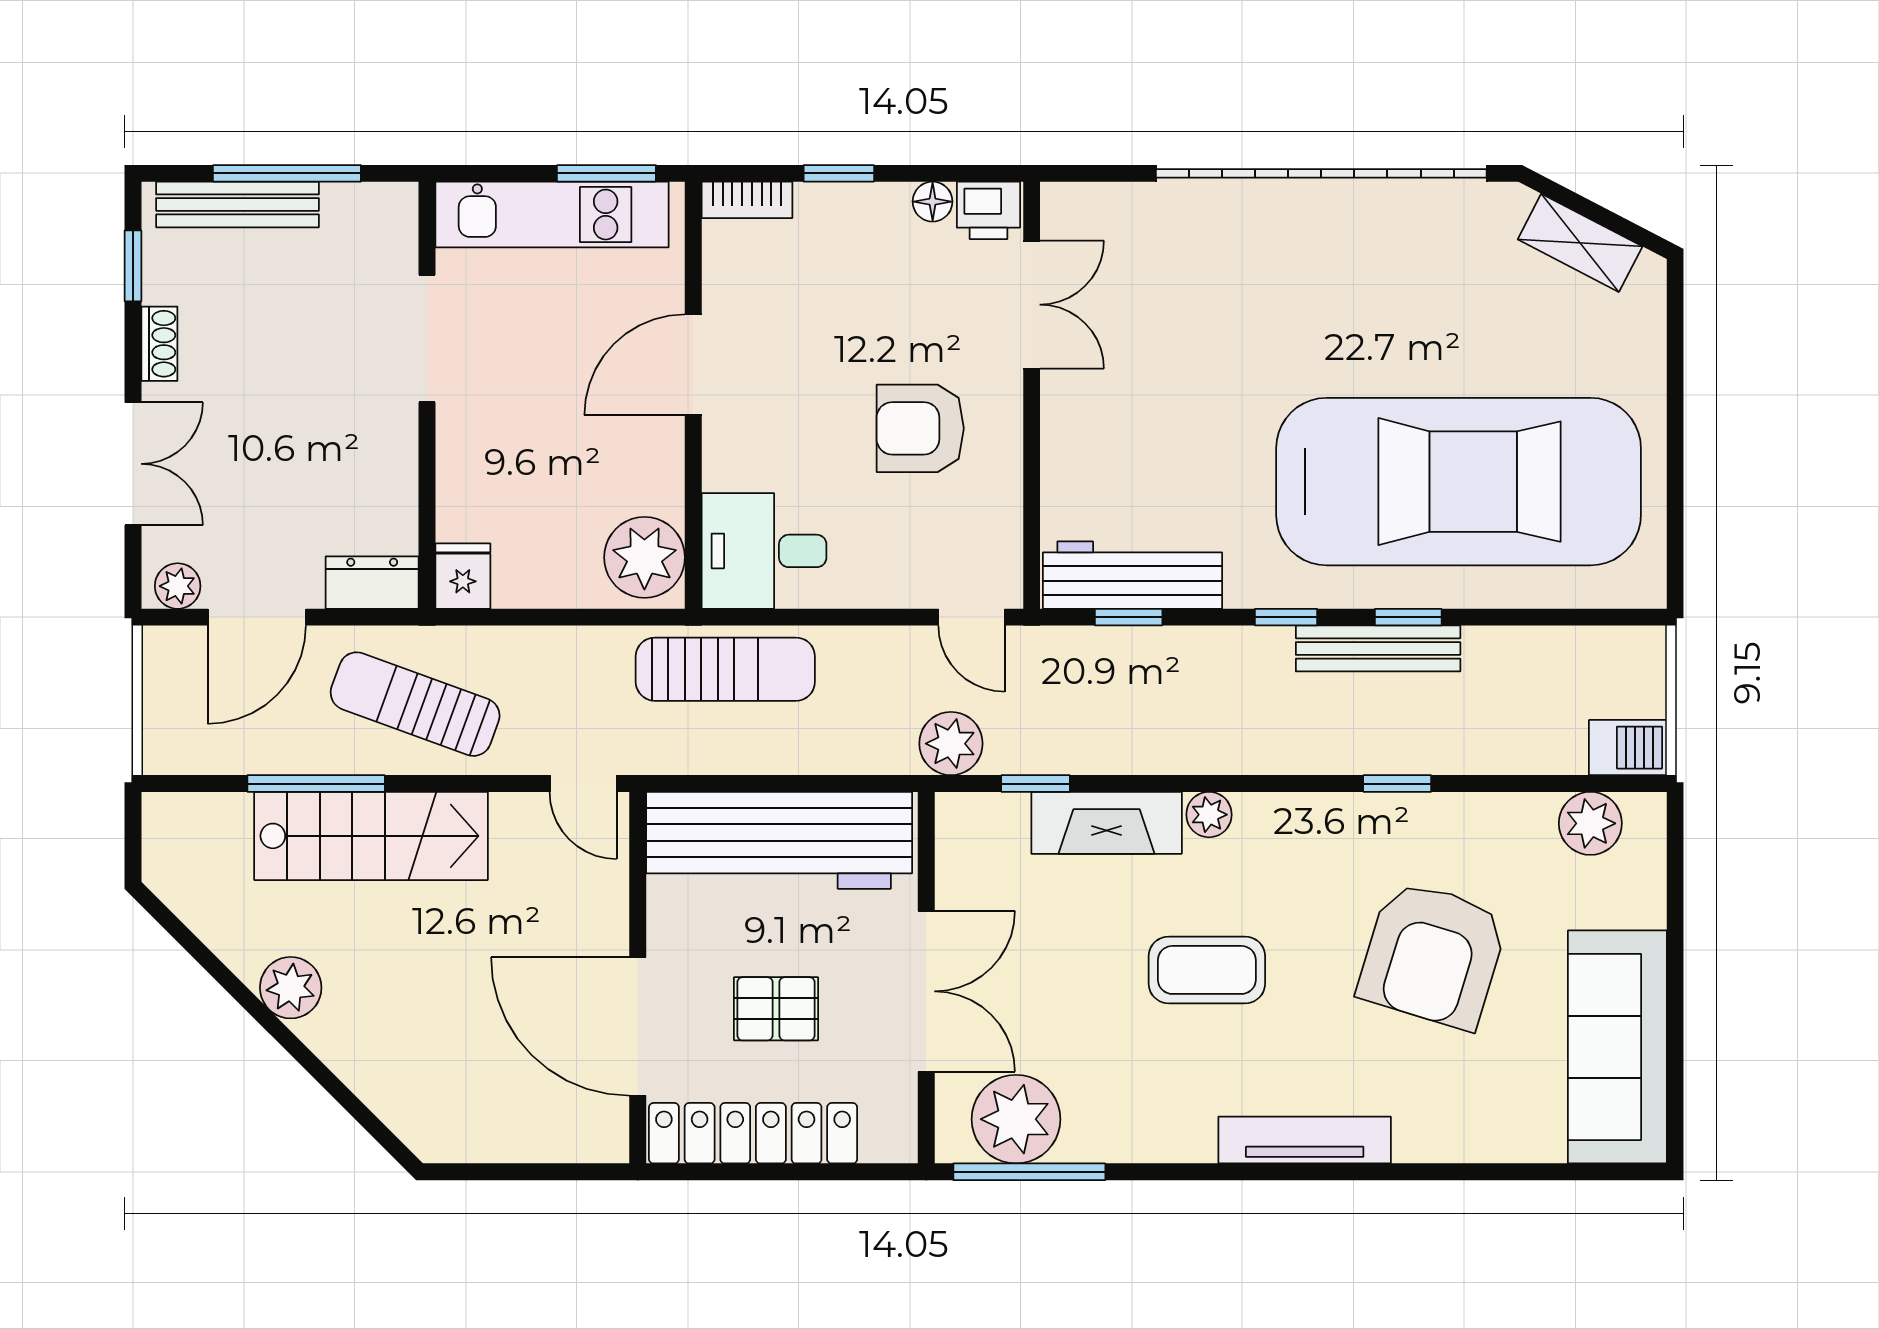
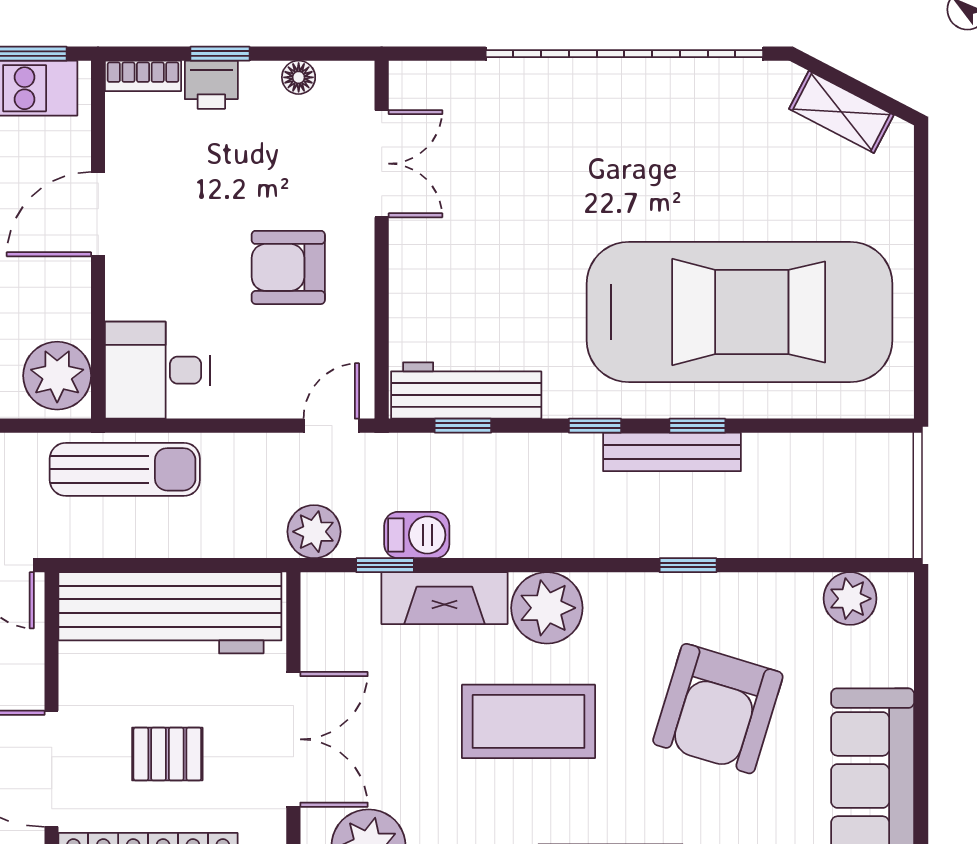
printer: (988, 210) -> (211, 85), moved
door: (972, 617) -> (331, 426), swing flipped
barbecue: (1628, 748) -> (417, 535), moved
plant: (1209, 815) -> (547, 608), width x1.87, depth x1.87
coffee table: (1207, 970) -> (529, 721), width x1.36, depth x1.32

